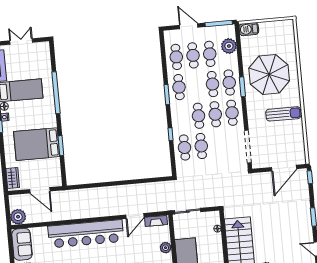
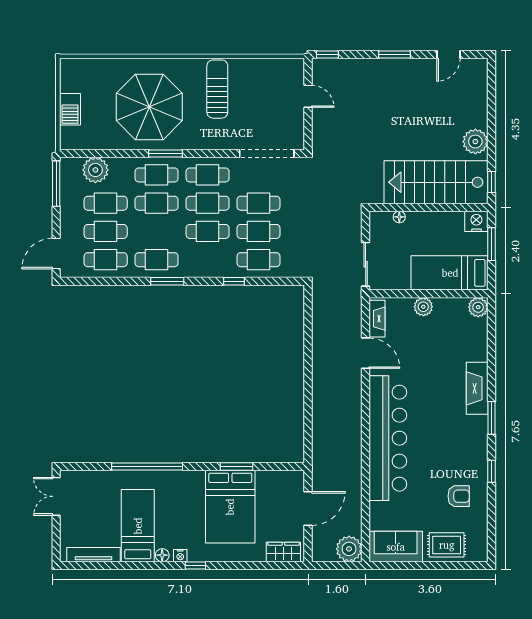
door: (189, 26) -> (56, 254), moved
barbecue: (249, 29) -> (70, 109), moved
double door: (21, 41) -> (56, 496), moved
cafe table: (218, 144) -> (259, 203), added
door: (284, 168) -> (308, 96), width x0.53

